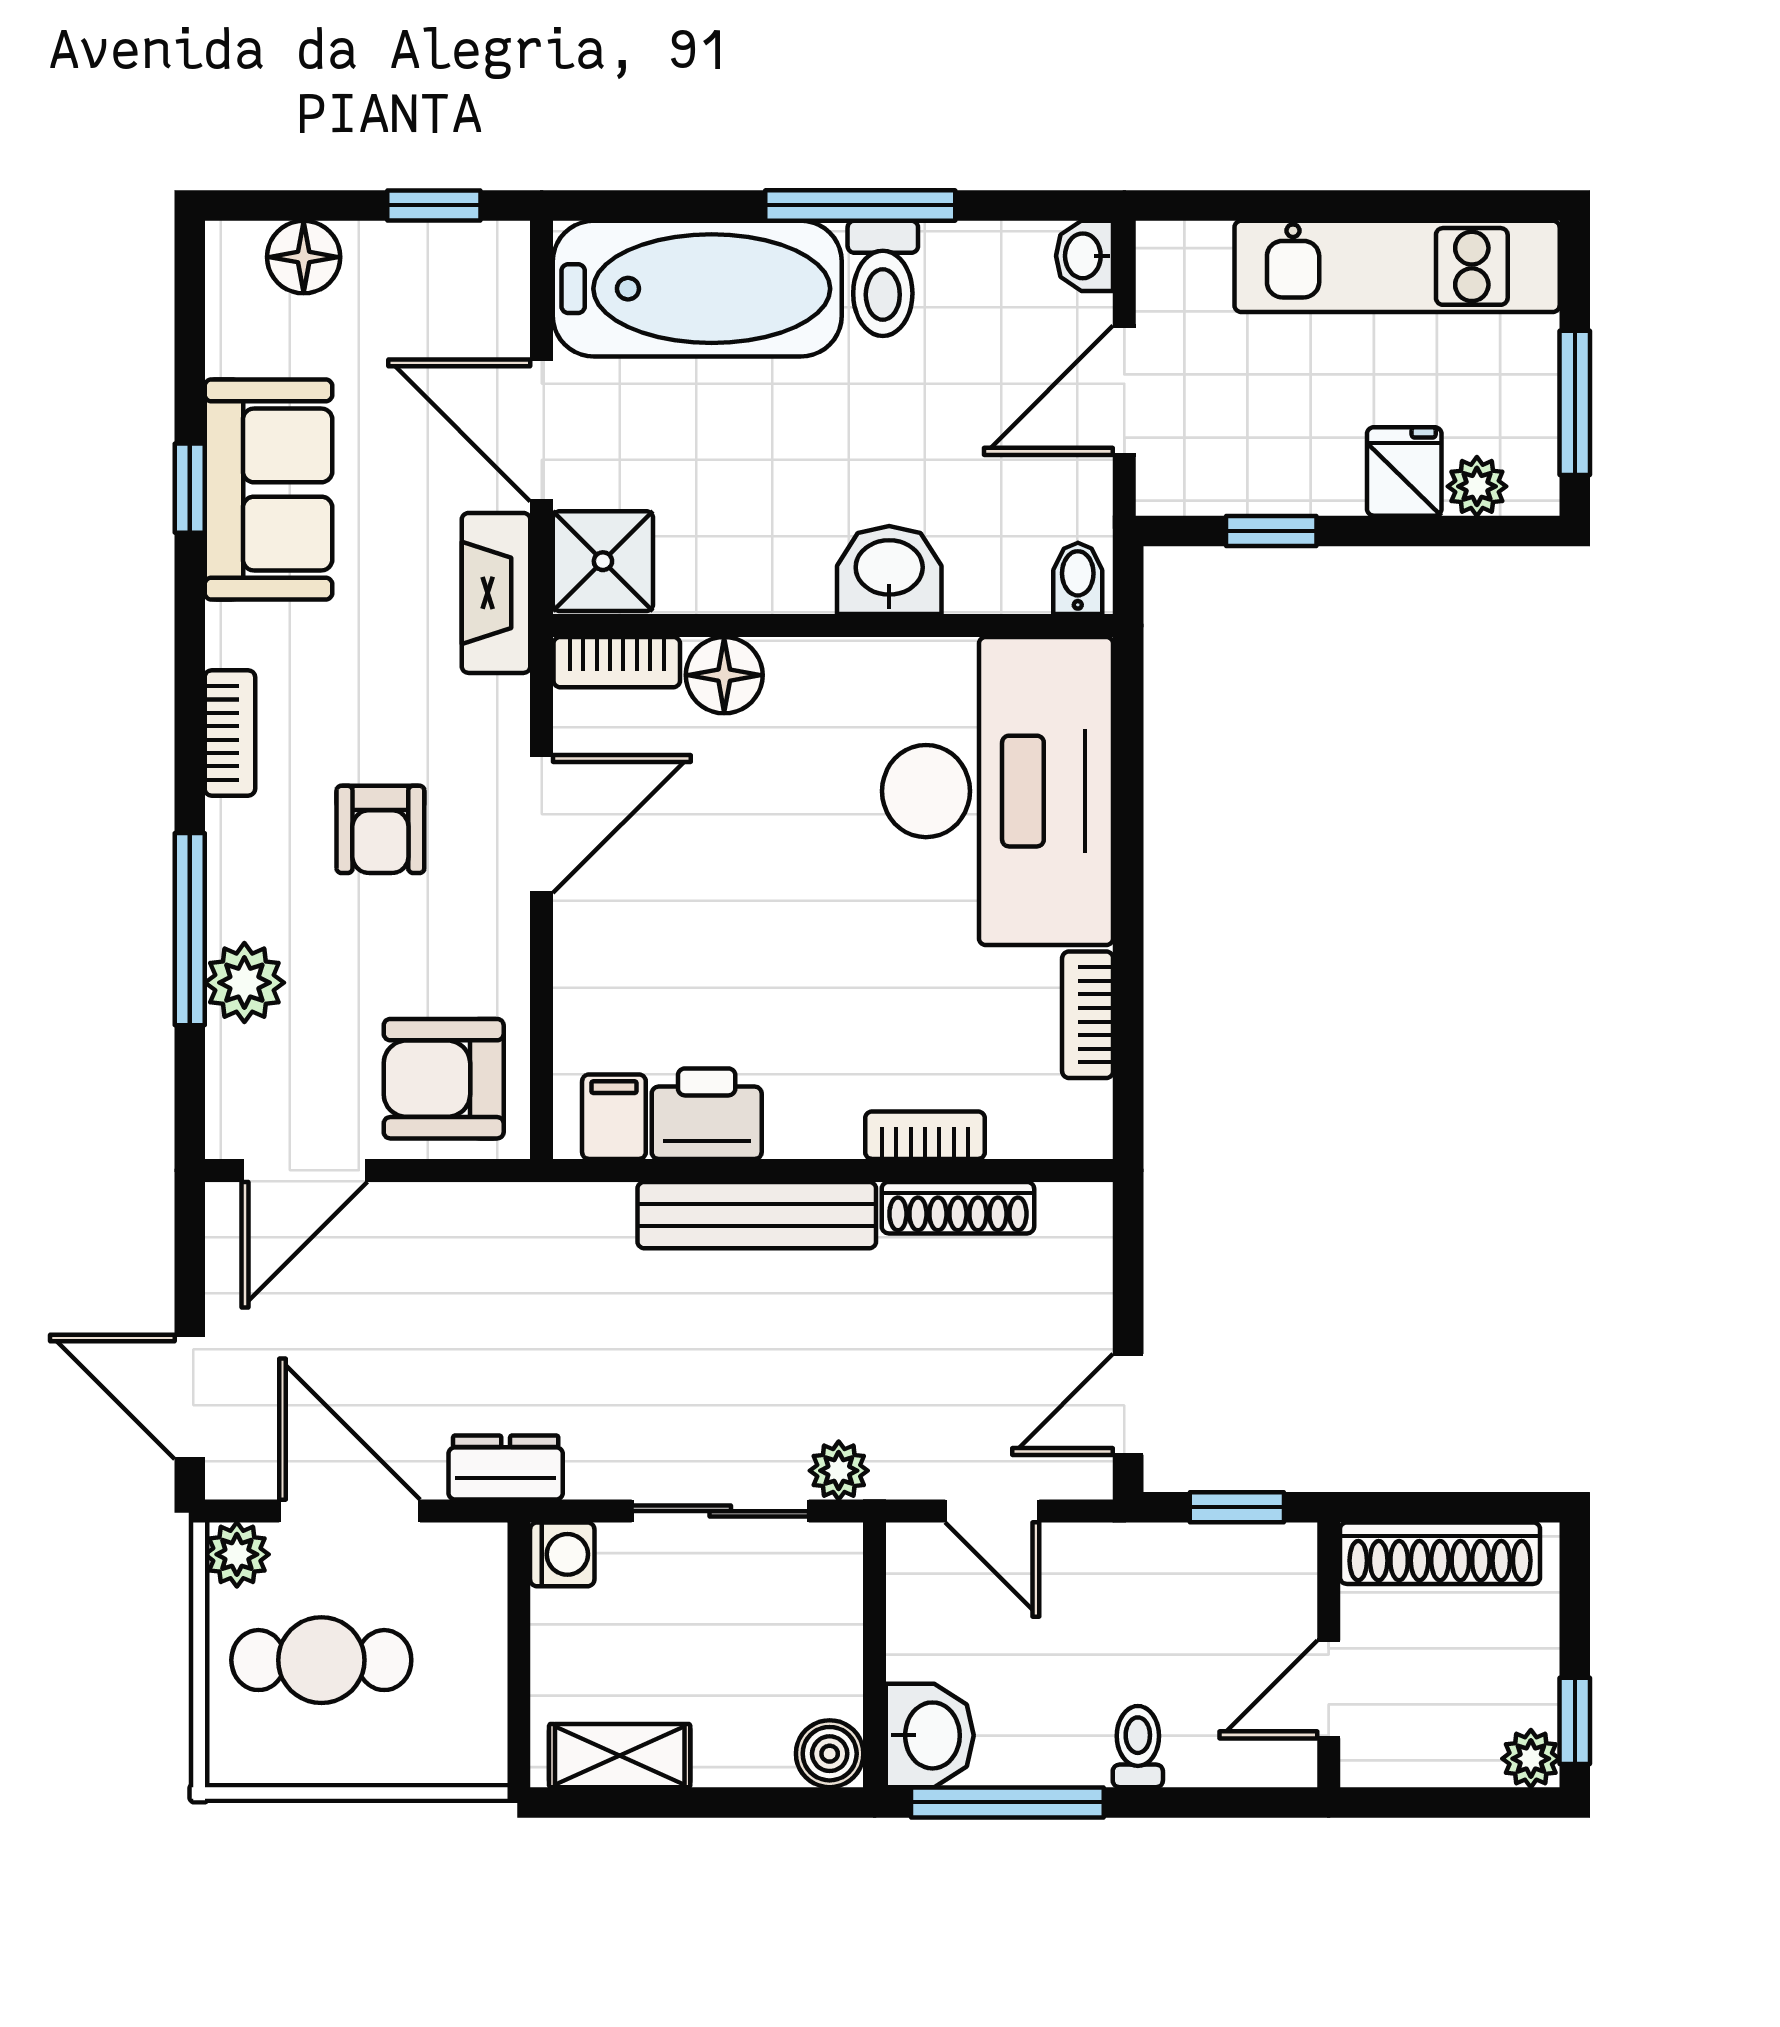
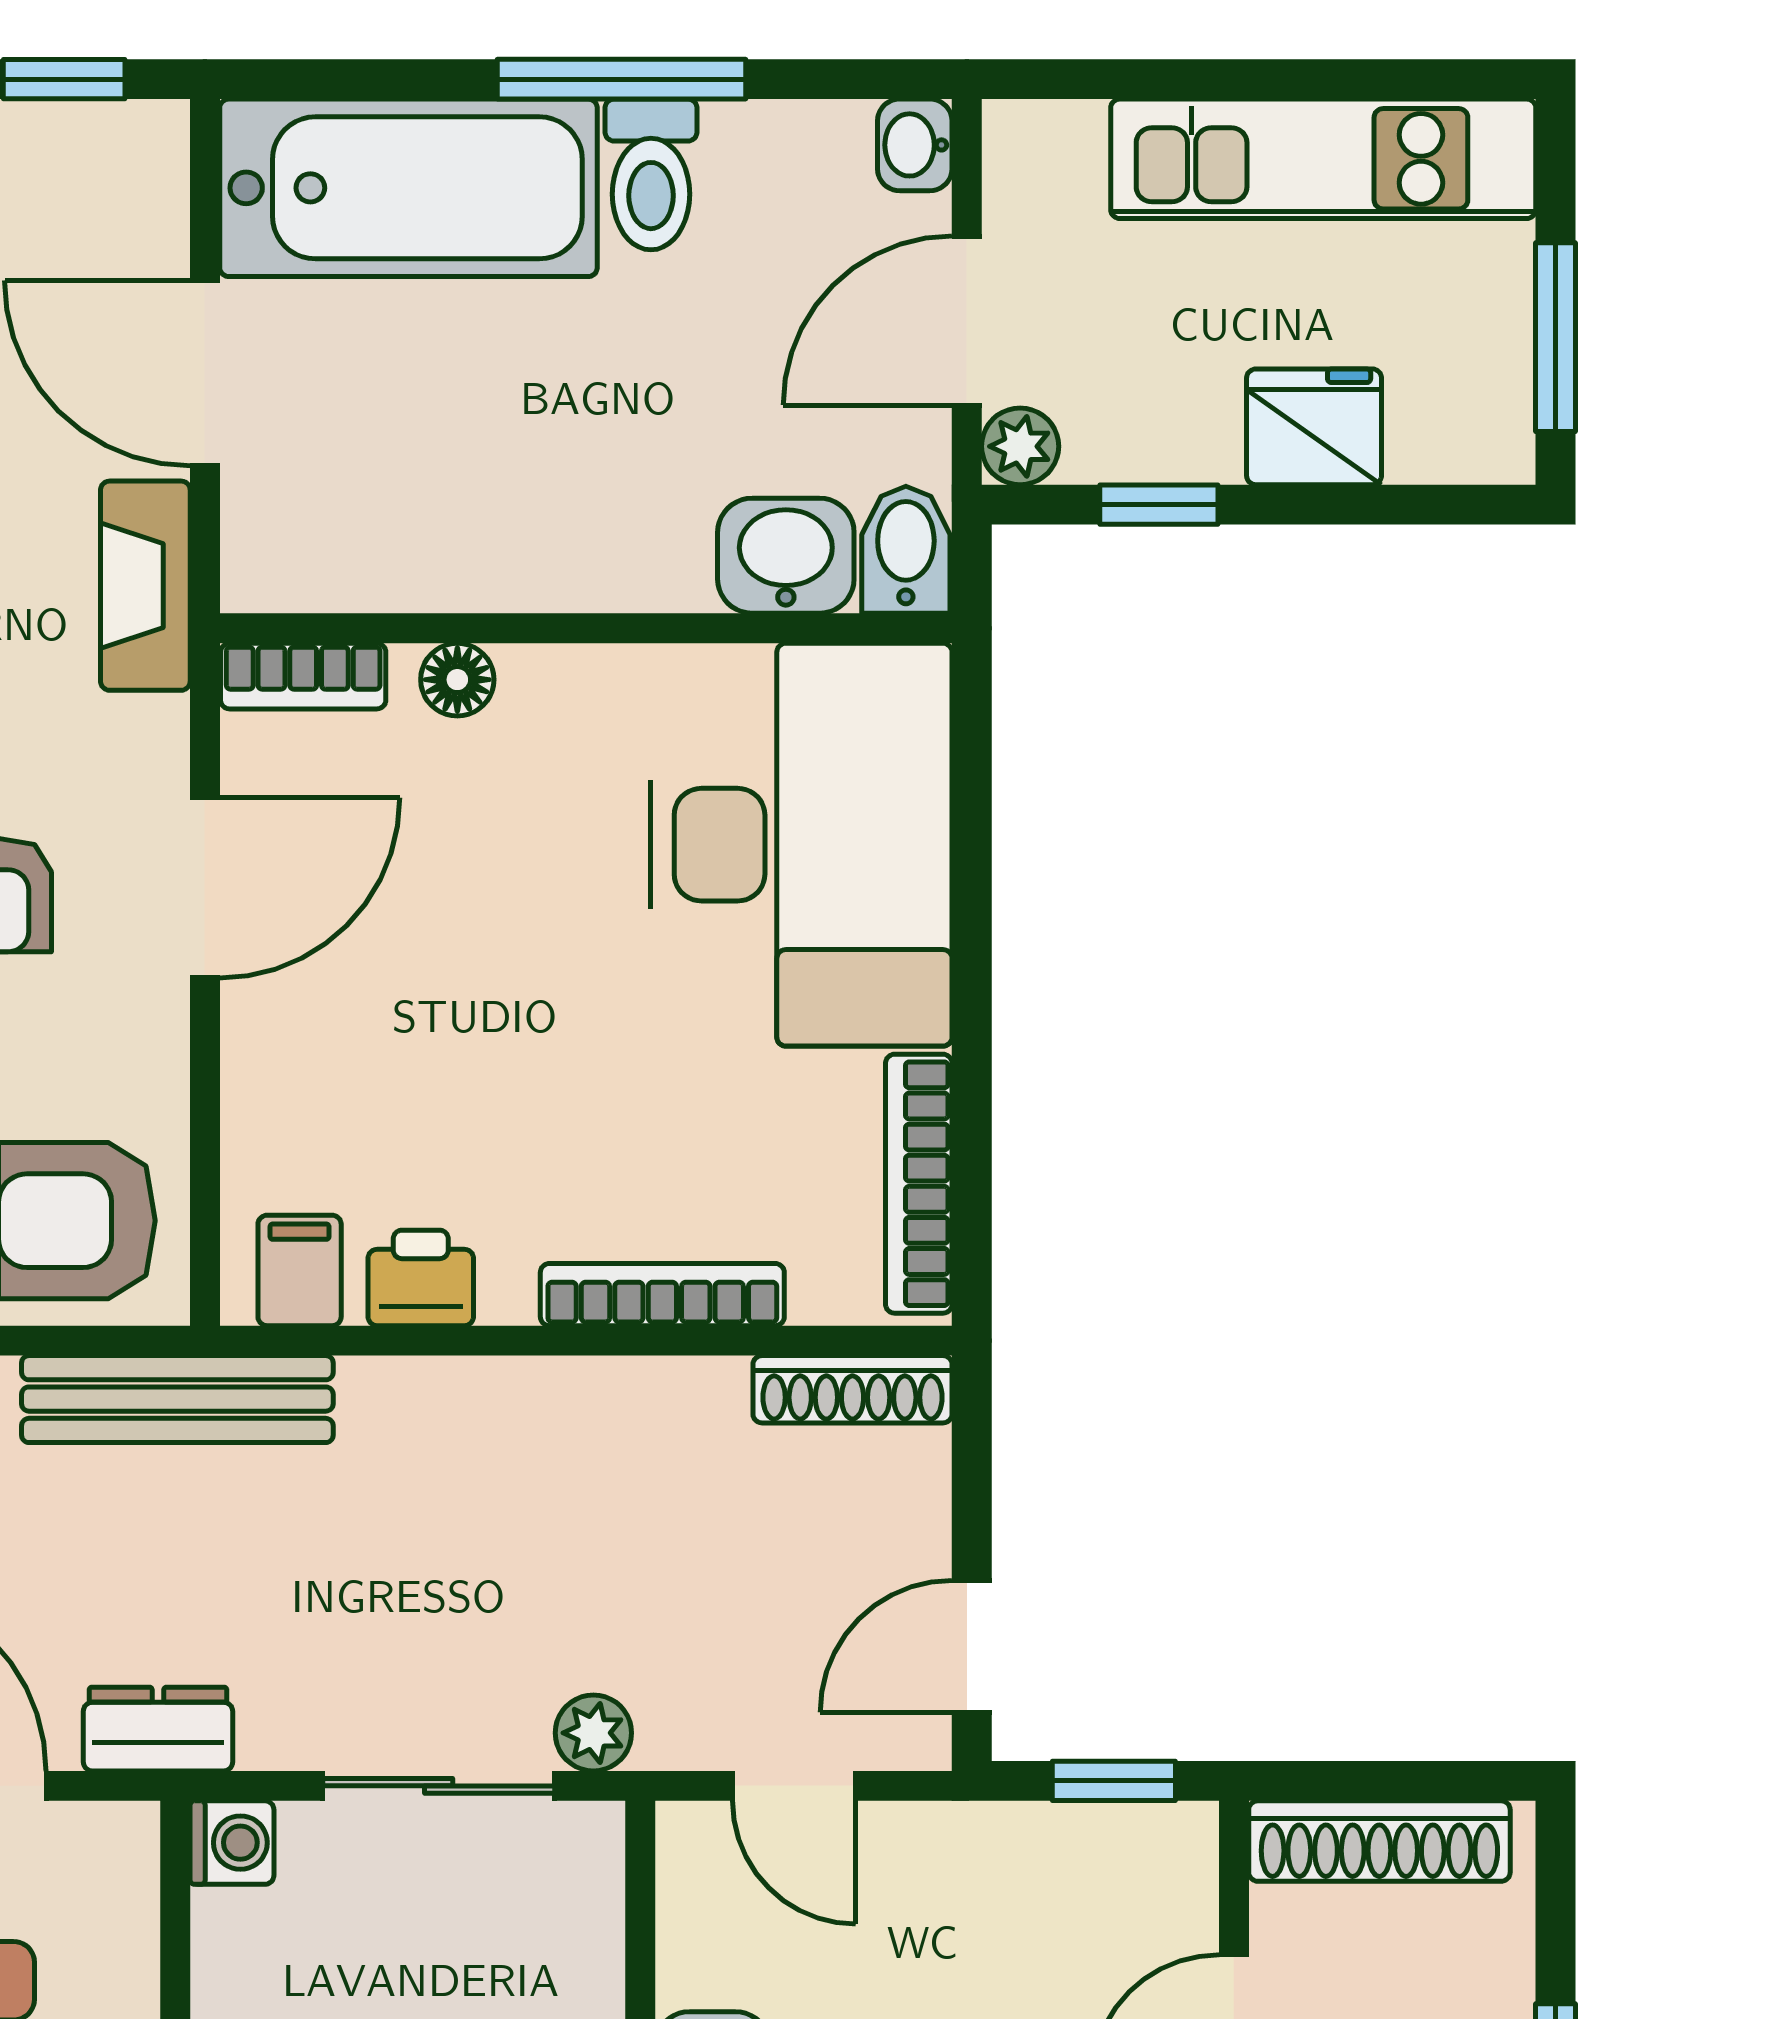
fridge: (1404, 471) -> (1314, 427), width x1.38
plant: (1477, 486) -> (1020, 446), moved
shower: (603, 561) -> (285, 544), removed
washbasin: (889, 570) -> (786, 556), moved
bidet: (1078, 578) -> (906, 550), width x1.38, depth x1.36
floor lamp: (724, 675) -> (457, 680), width x0.73, depth x0.73
bookcase: (1088, 1015) -> (919, 1184), width x1.56
printer: (707, 1114) -> (421, 1278), width x0.73, depth x0.81
bookcase: (925, 1135) -> (662, 1295), width x1.56
shoe rack: (958, 1208) -> (852, 1389), moved
bench: (757, 1215) -> (177, 1399), moved

